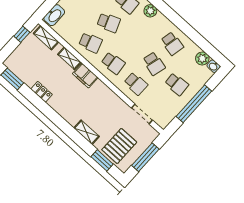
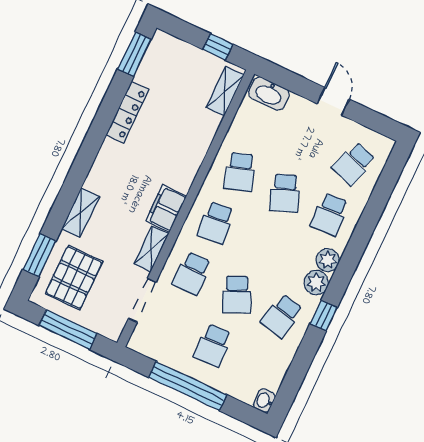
window: (179, 22) -> (324, 316), added
shelving: (69, 58) -> (151, 249), moved
plant: (202, 58) -> (316, 283), moved
school desk: (154, 64) -> (237, 295), turned -39
filing cabinet: (85, 76) -> (166, 209), moved
locker: (41, 92) -> (127, 112), width x1.53
pallet: (119, 146) -> (74, 278), turned 90

